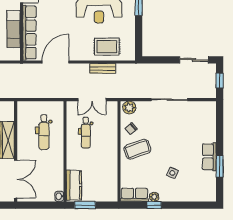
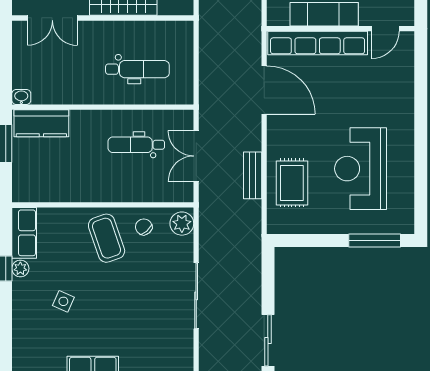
dental chair: (44, 132) -> (137, 69), turned 180
double door: (16, 179) -> (52, 18), width x0.73

